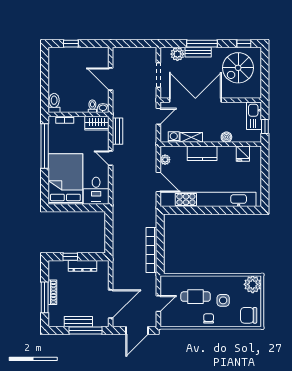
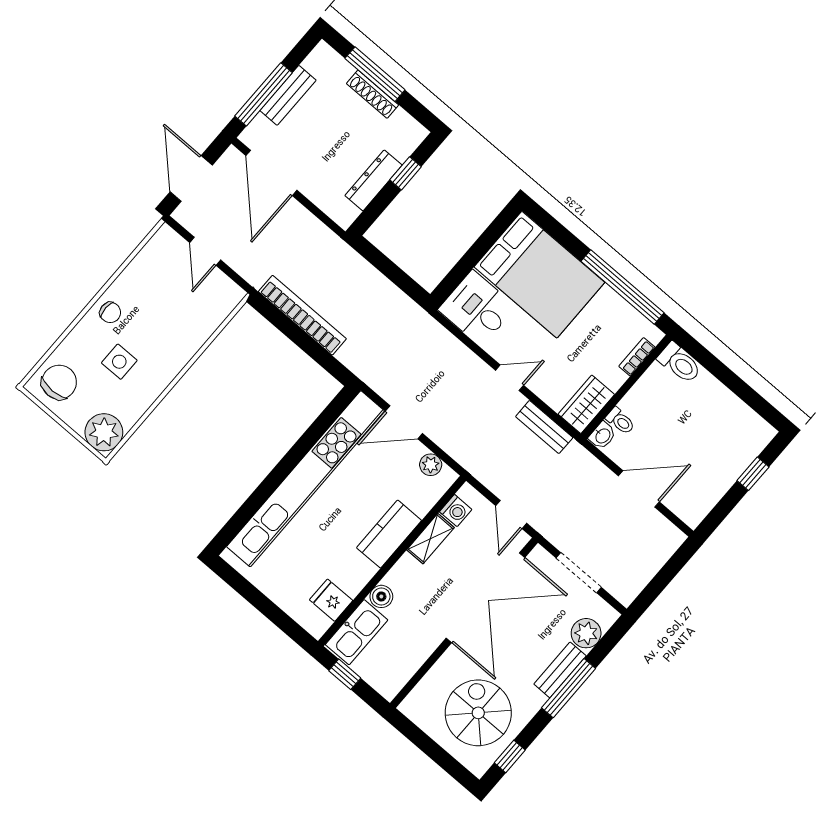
kitchen sink: (254, 116) -> (357, 632), moved, turned 90
cafe table: (196, 297) -> (164, 322), removed

